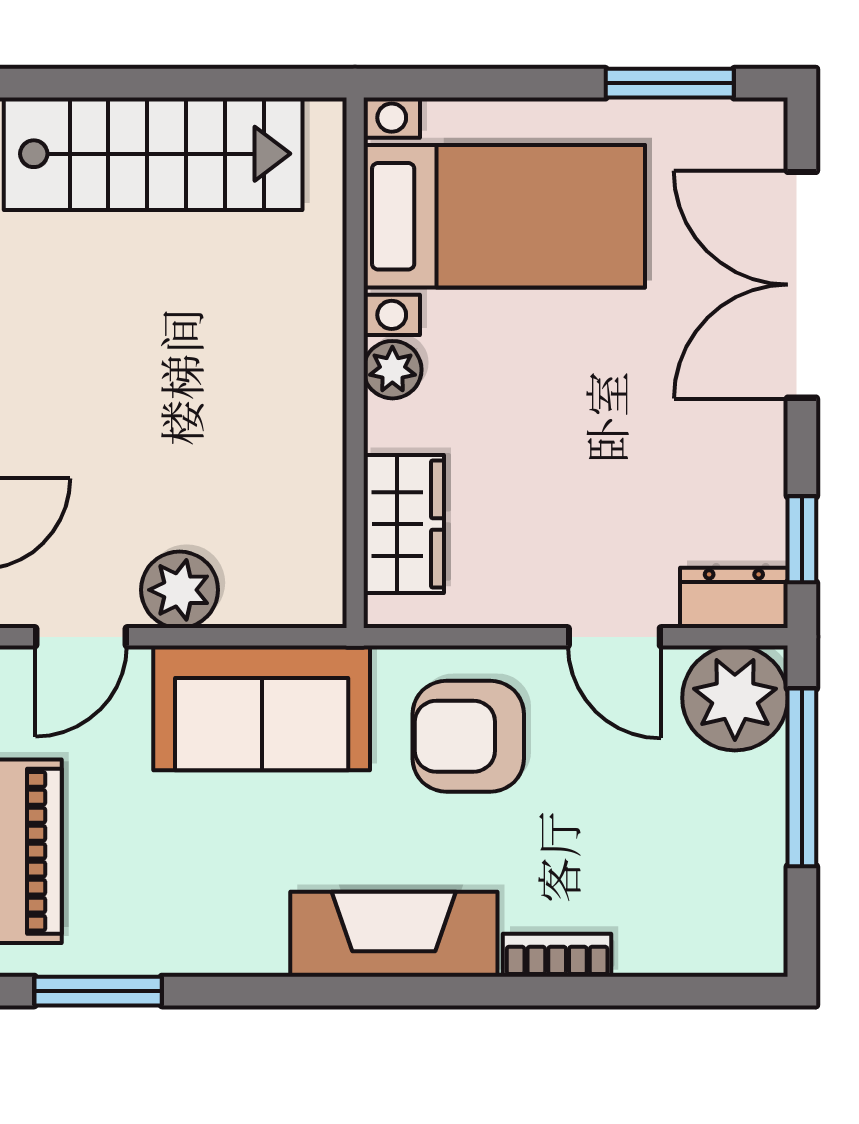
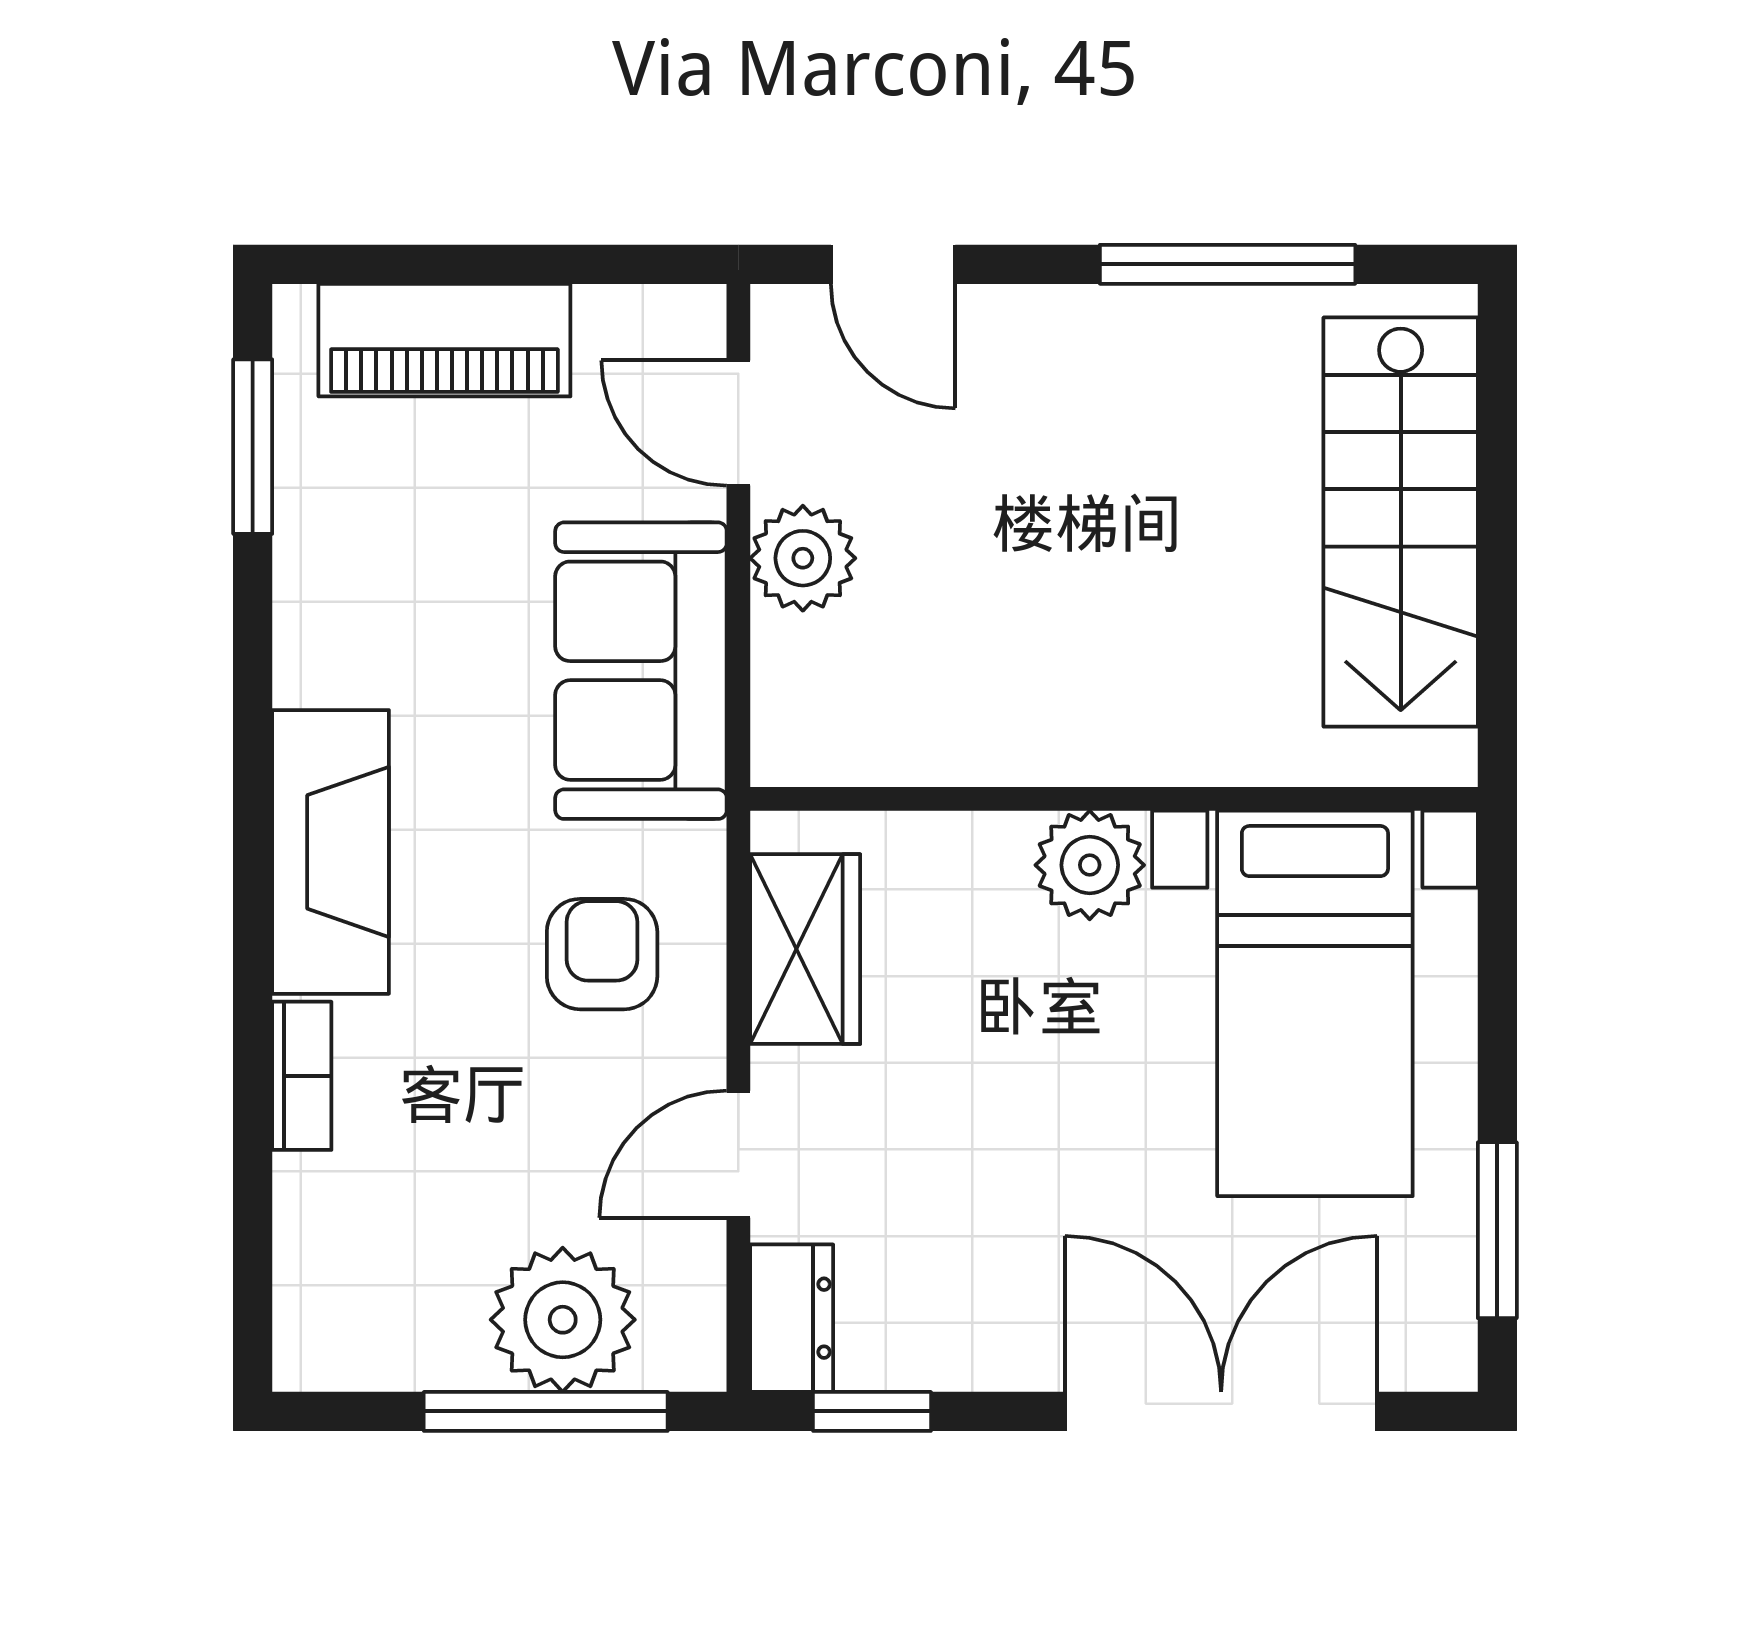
plant: (392, 370) -> (1090, 865), width x1.38, depth x1.38
wardrobe: (404, 524) -> (805, 949), moved, turned -90
plant: (735, 698) -> (563, 1320), moved
armchair: (468, 736) -> (602, 954), width x0.72, depth x0.72

